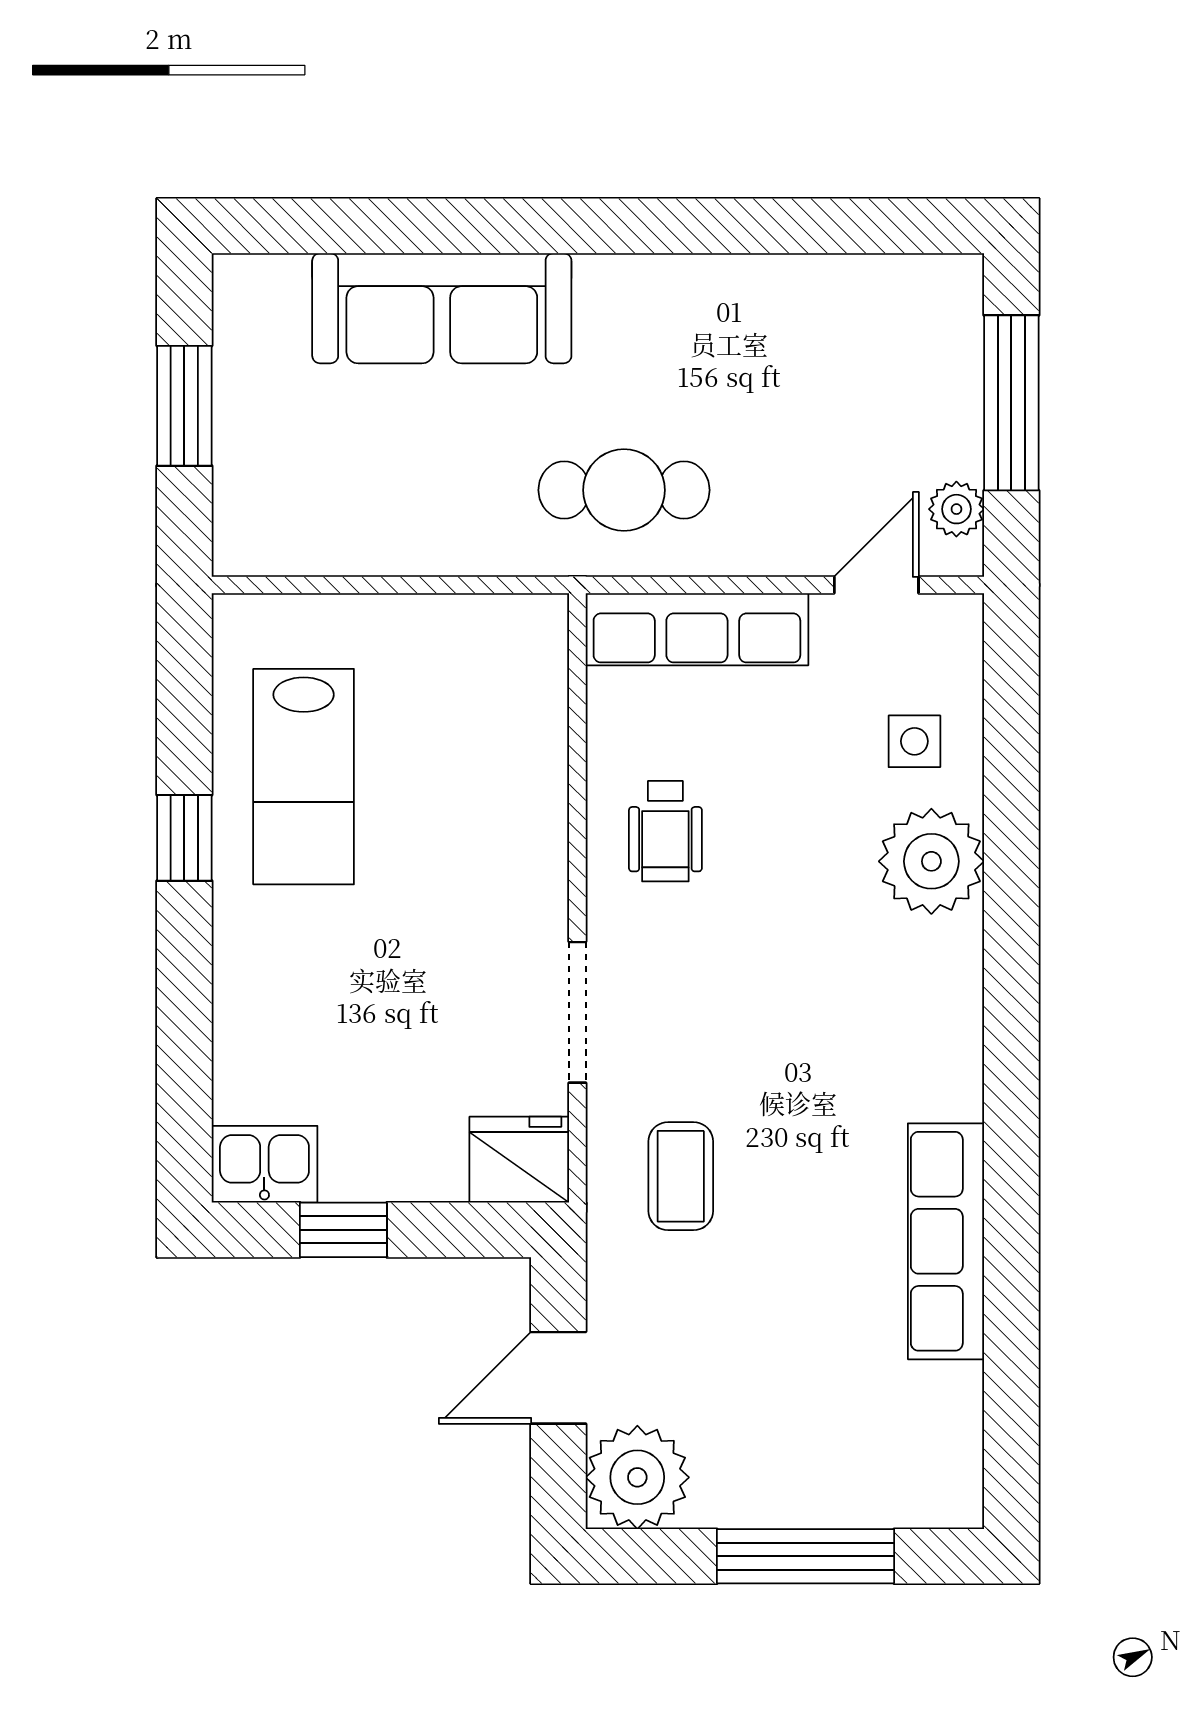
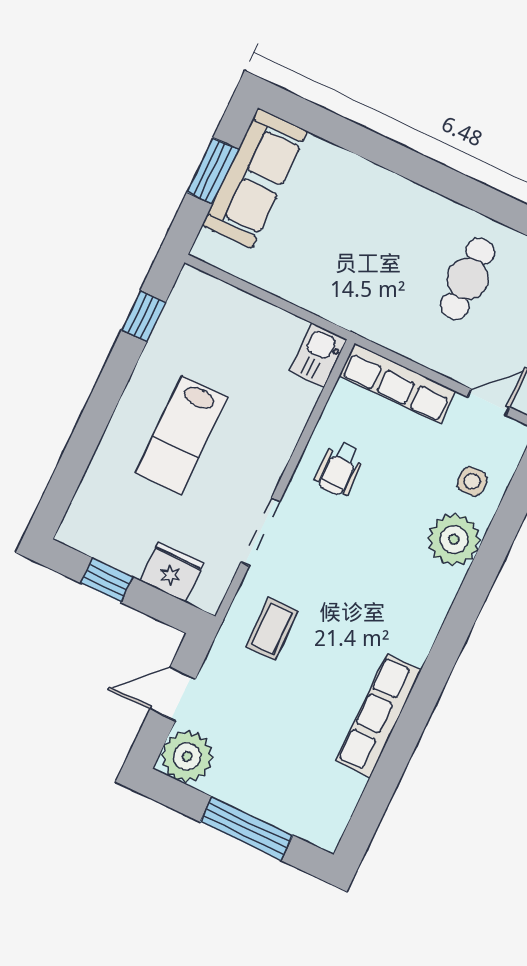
sofa: (442, 308) -> (255, 178), moved, turned -90
cafe table: (624, 490) -> (468, 279), moved, turned 90
lab bench: (304, 777) -> (181, 435), moved
window: (184, 838) -> (143, 316), moved
fridge: (519, 1160) -> (172, 572), moved
kitchen sink: (264, 1164) -> (318, 355), moved, turned -90

